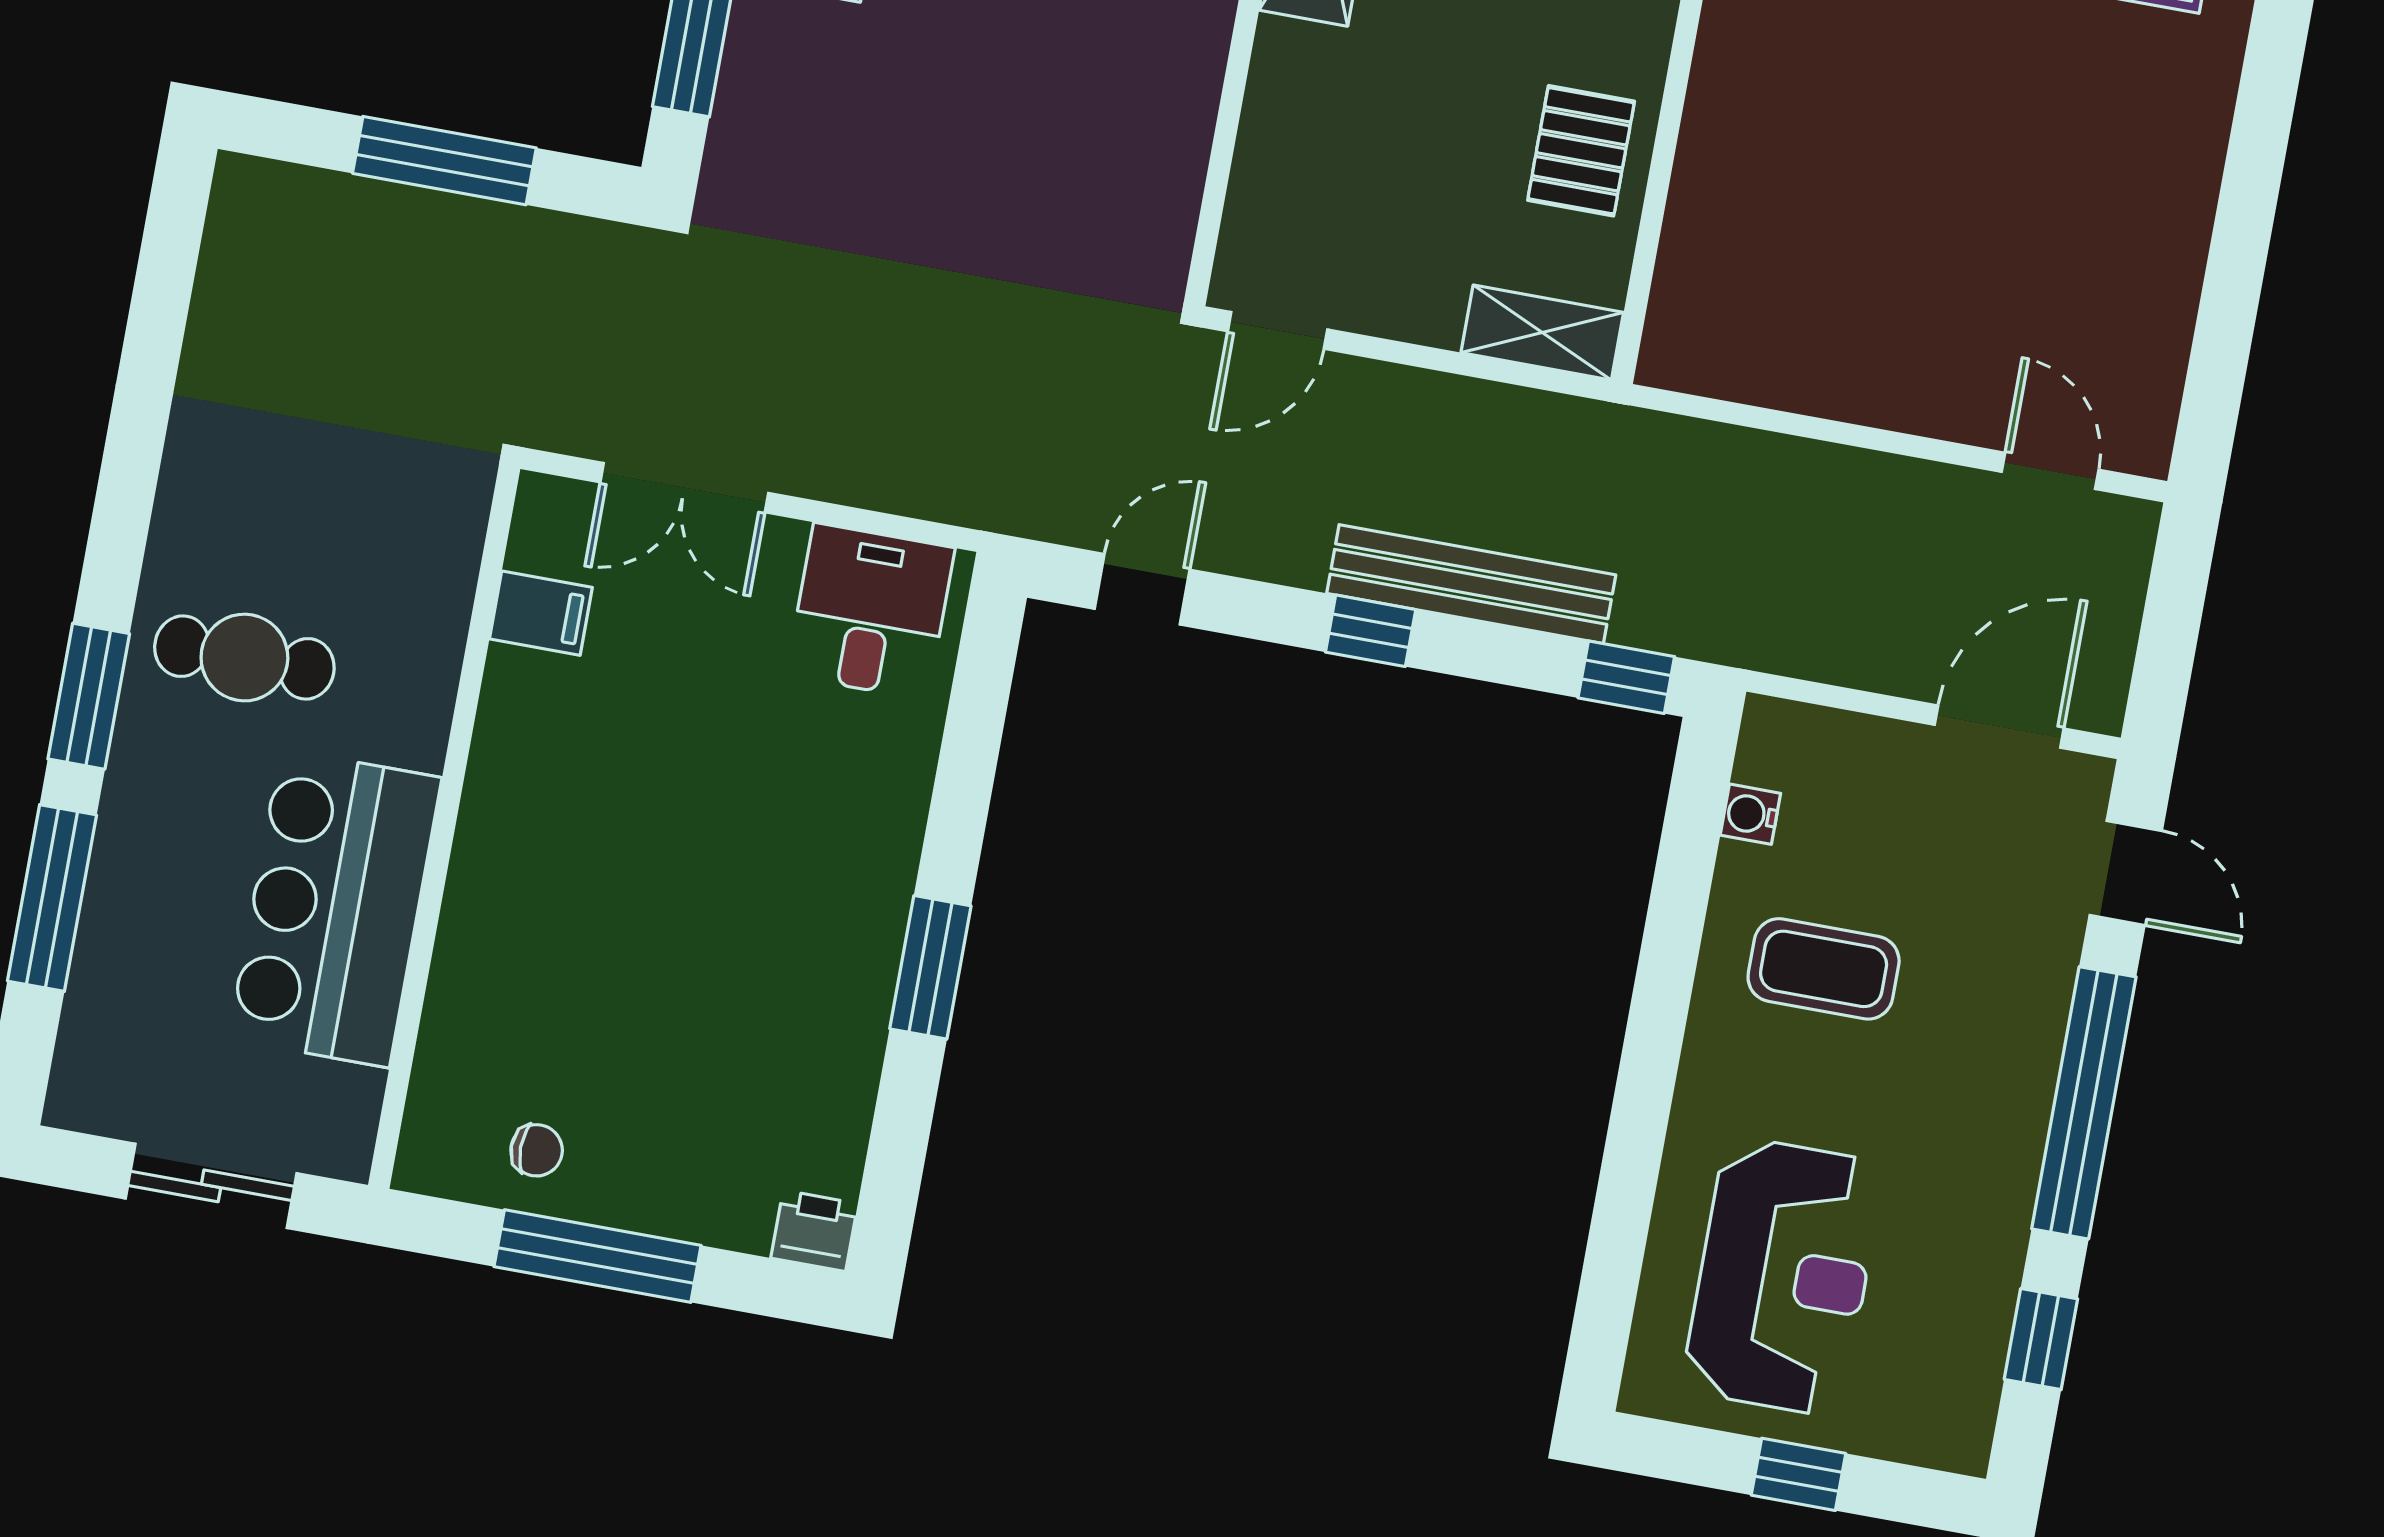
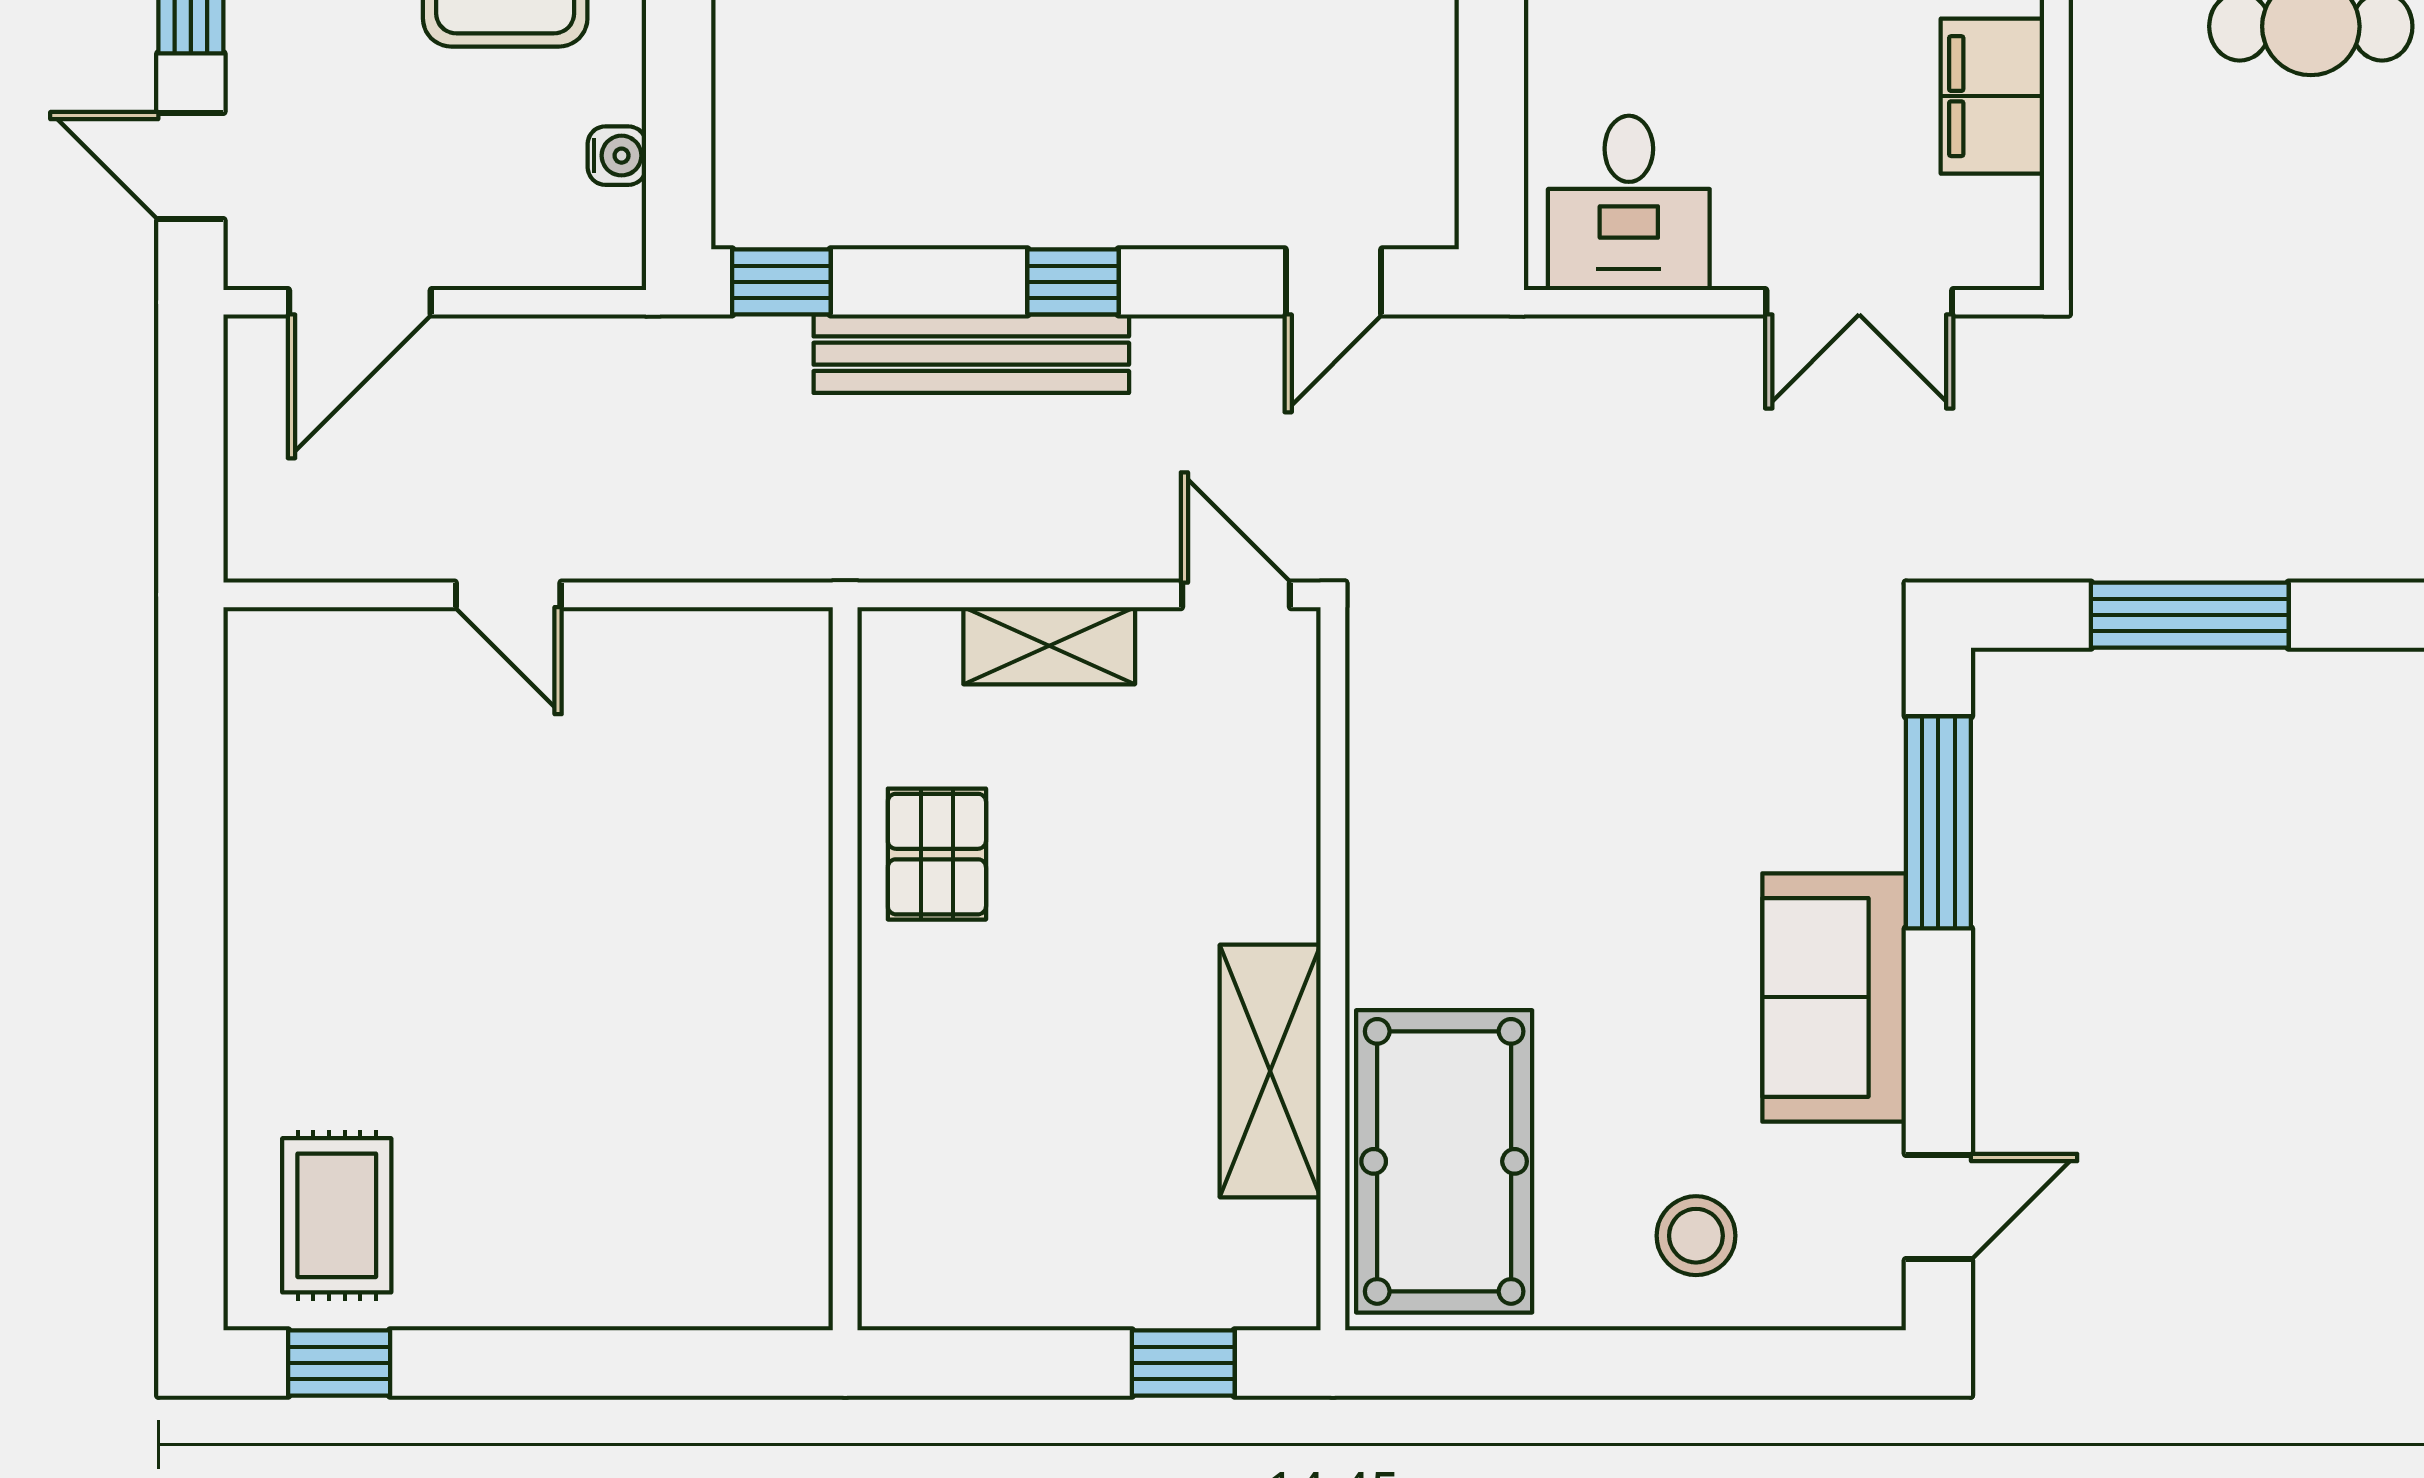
door: (1278, 330) -> (1236, 595), hinge flipped
shelving: (1542, 332) -> (1049, 646), moved
door: (2050, 471) -> (508, 595), moved
double door: (684, 488) -> (1859, 302), swing flipped
filing cabinet: (541, 613) -> (1992, 96), width x2.00

